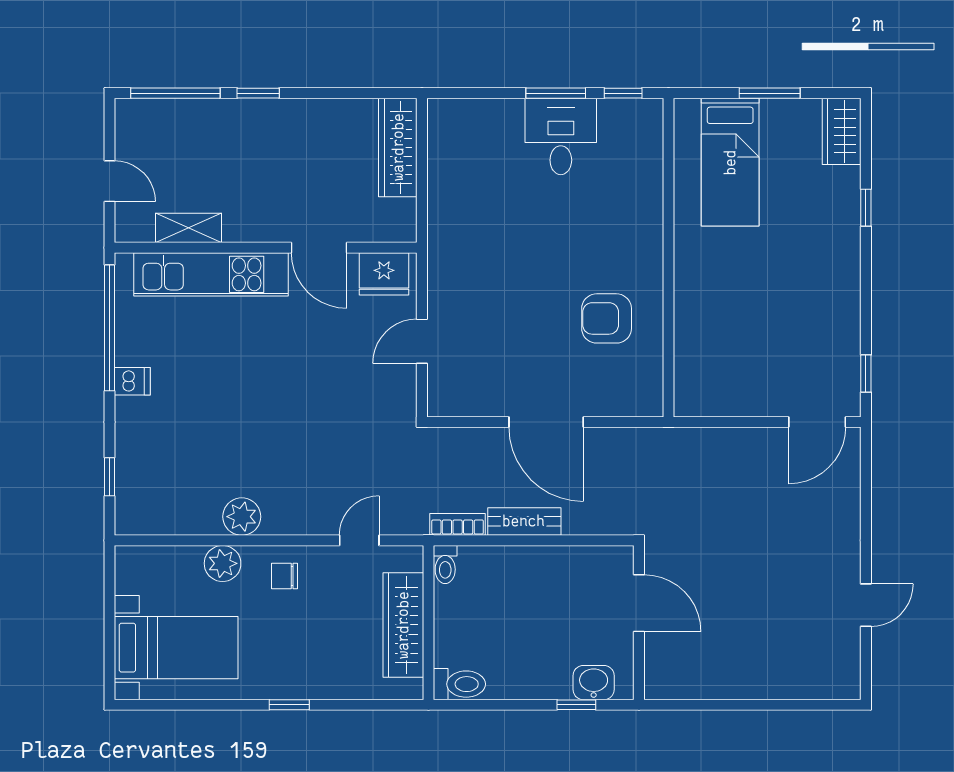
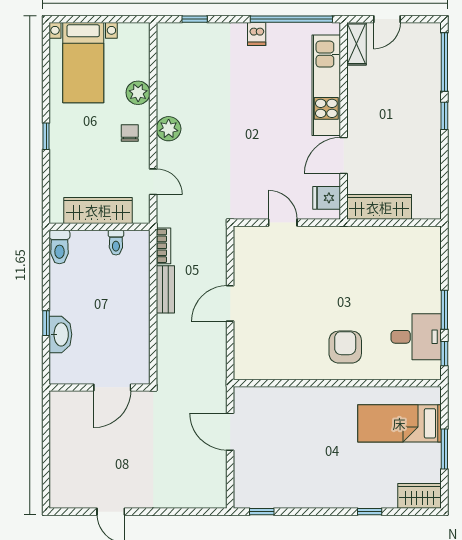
desk: (561, 136) -> (416, 337), moved
wardrobe: (398, 147) -> (379, 207), moved
shelving: (189, 228) -> (357, 44), moved
fridge: (384, 274) -> (327, 198), width x0.72
armchair: (607, 318) -> (345, 347), moved
door: (546, 422) -> (230, 303), width x0.73
door: (817, 422) -> (230, 432), moved
plant: (242, 517) -> (169, 129), moved
toilet: (445, 564) -> (116, 243), moved, turned -90
door: (639, 603) -> (112, 387), moved
wall: (639, 623) -> (100, 387), moved
washbasin: (594, 683) -> (60, 334), width x1.38

